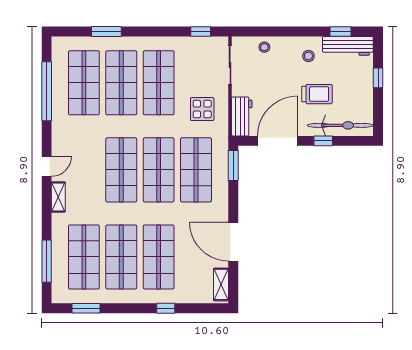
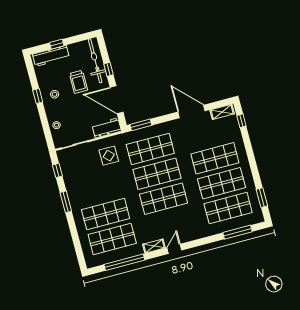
window: (106, 32) -> (66, 202), moved
window: (341, 32) -> (38, 96), moved
workbench: (348, 46) -> (51, 56), moved, turned 90
shop shelf: (159, 83) -> (99, 189), removed
trolley: (317, 94) -> (78, 82), turned 180
door: (47, 166) -> (174, 249), hinge flipped
shelving: (58, 197) -> (154, 246), moved
door: (233, 242) -> (192, 111), swing flipped
window: (166, 308) -> (241, 121), moved

